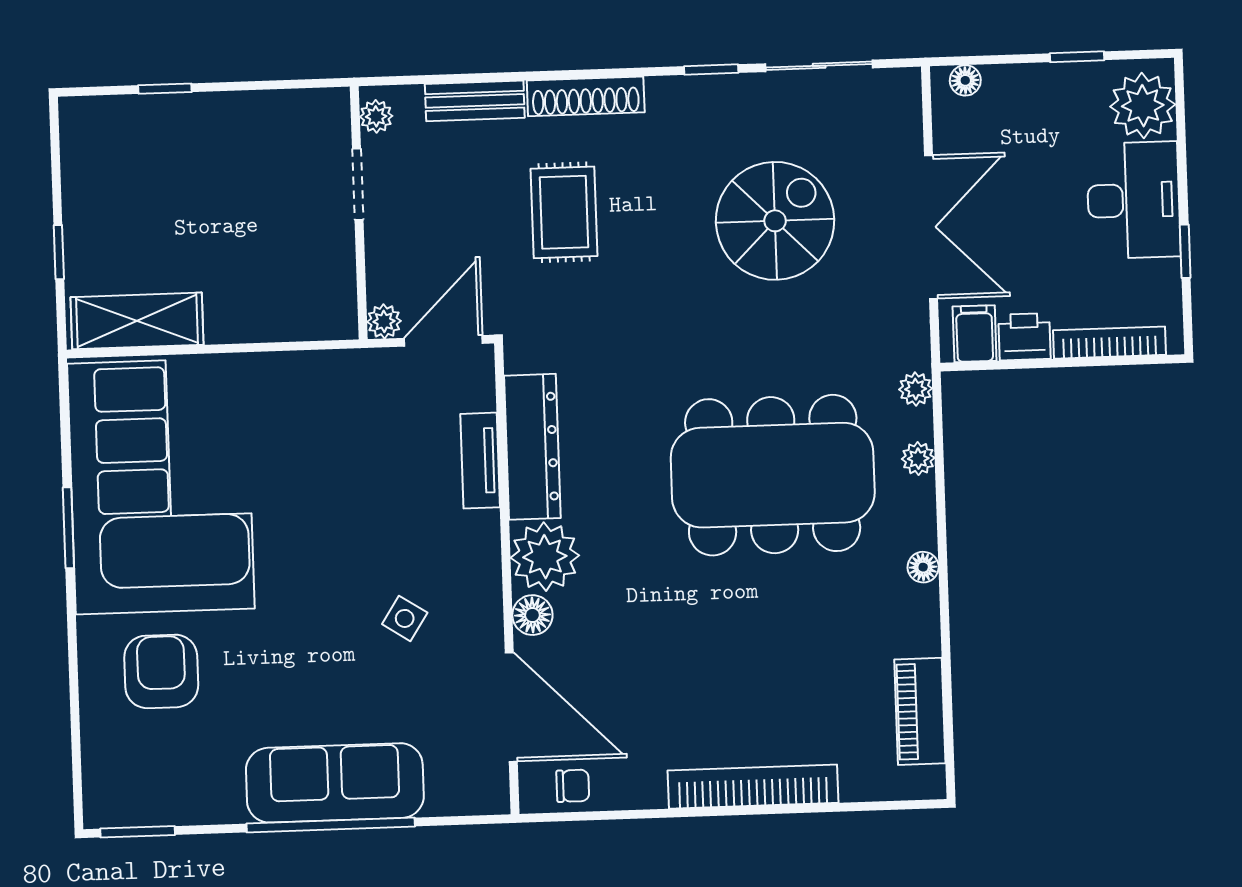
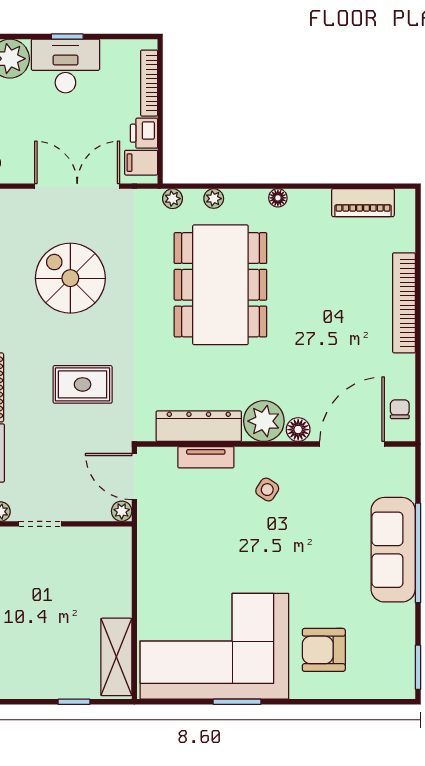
rug: (564, 212) -> (83, 384), moved
window: (1185, 251) -> (67, 37), moved
side table: (405, 618) -> (267, 490), moved

